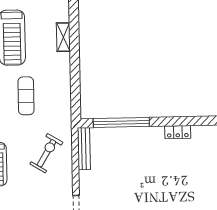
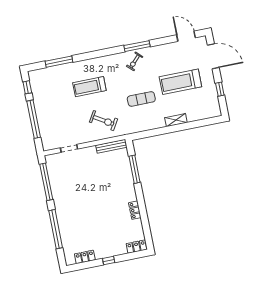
shelving: (63, 37) -> (176, 120), moved
window: (121, 122) -> (135, 169), width x0.68

